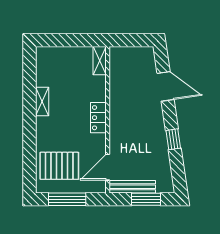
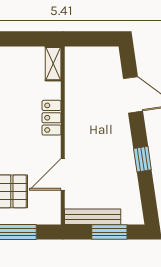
locker: (98, 118) -> (52, 118), moved
door: (108, 167) -> (63, 174), moved

